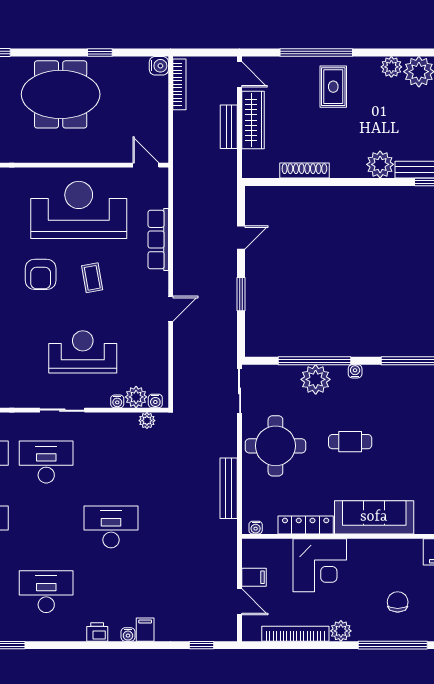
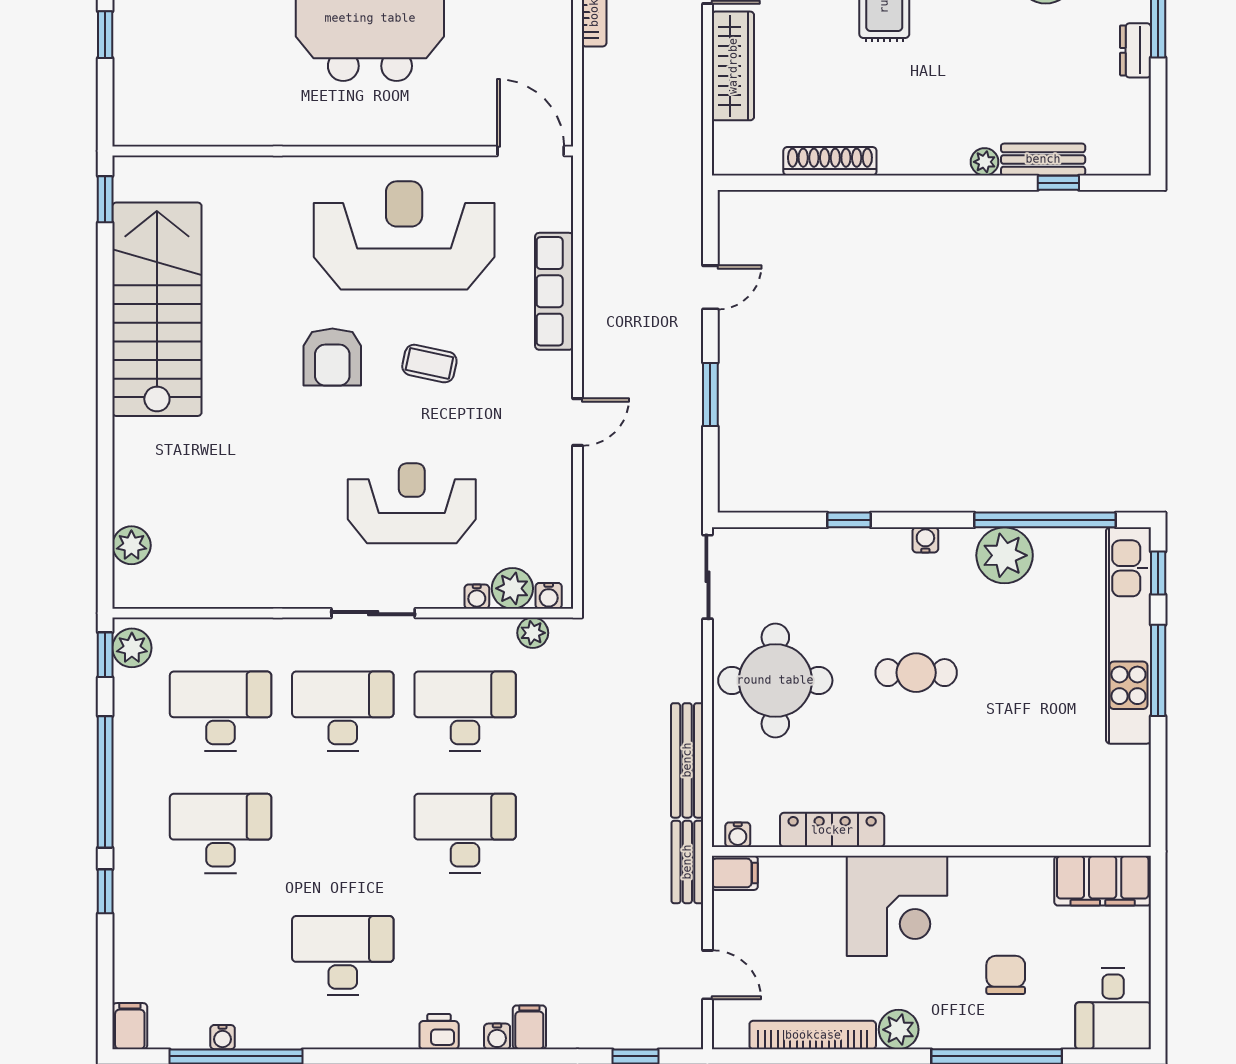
bench: (229, 127) -> (687, 862), moved
plant: (380, 164) -> (985, 162), width x0.53, depth x0.53
door: (146, 165) -> (531, 151), width x1.38
coffee table: (92, 278) -> (429, 364), turned -68
window: (315, 361) -> (849, 520), width x0.32
plant: (316, 379) -> (1005, 555), moved
desk: (111, 462) -> (465, 711), added
sofa: (374, 517) -> (962, 815), removed
corner desk: (320, 565) -> (897, 906), moved
filing cabinet: (254, 577) -> (735, 873), moved

